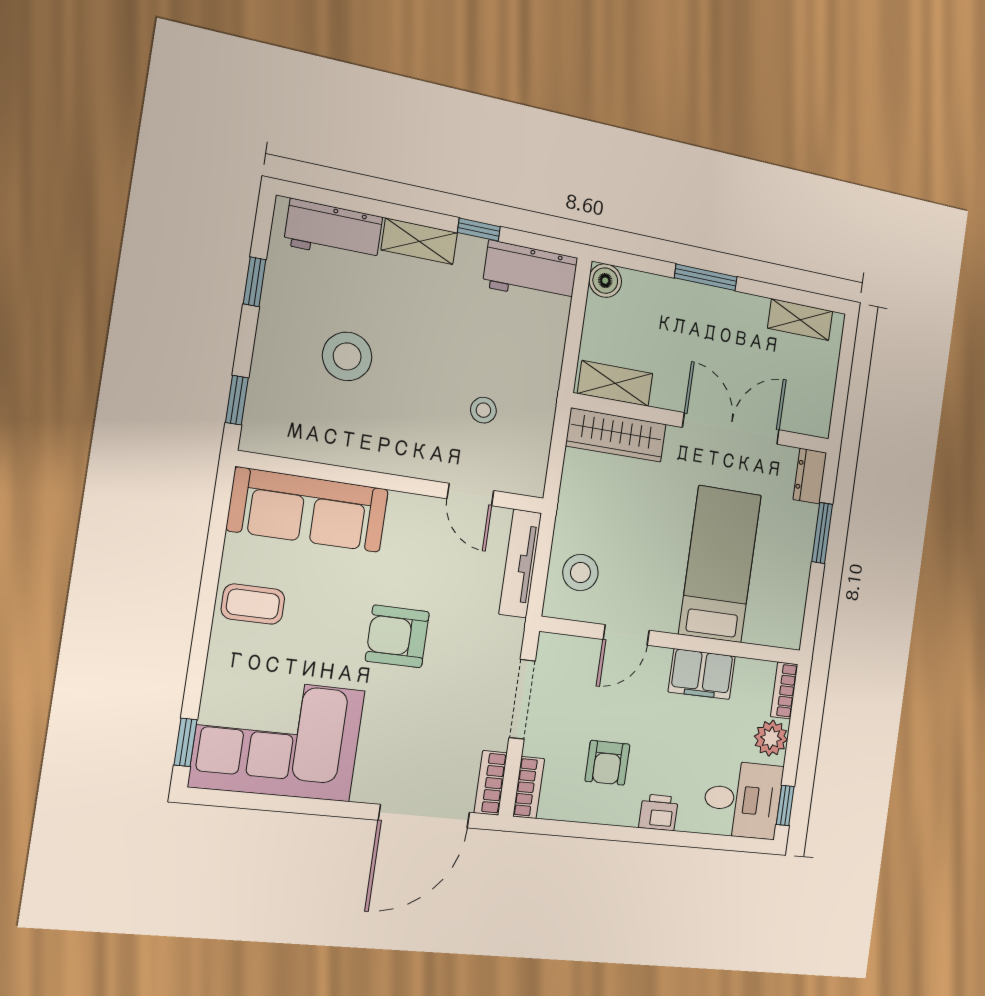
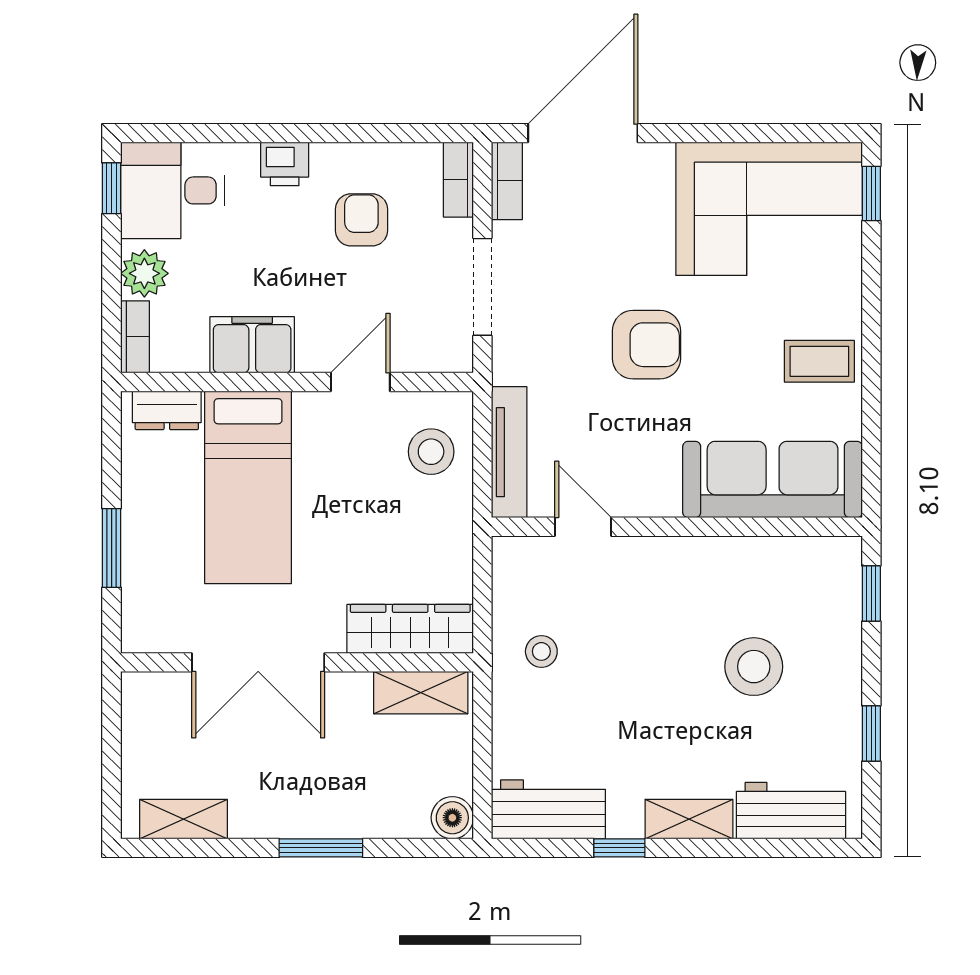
stool: (483, 410) -> (541, 651), moved
dresser: (810, 476) -> (167, 410), moved, turned 90

